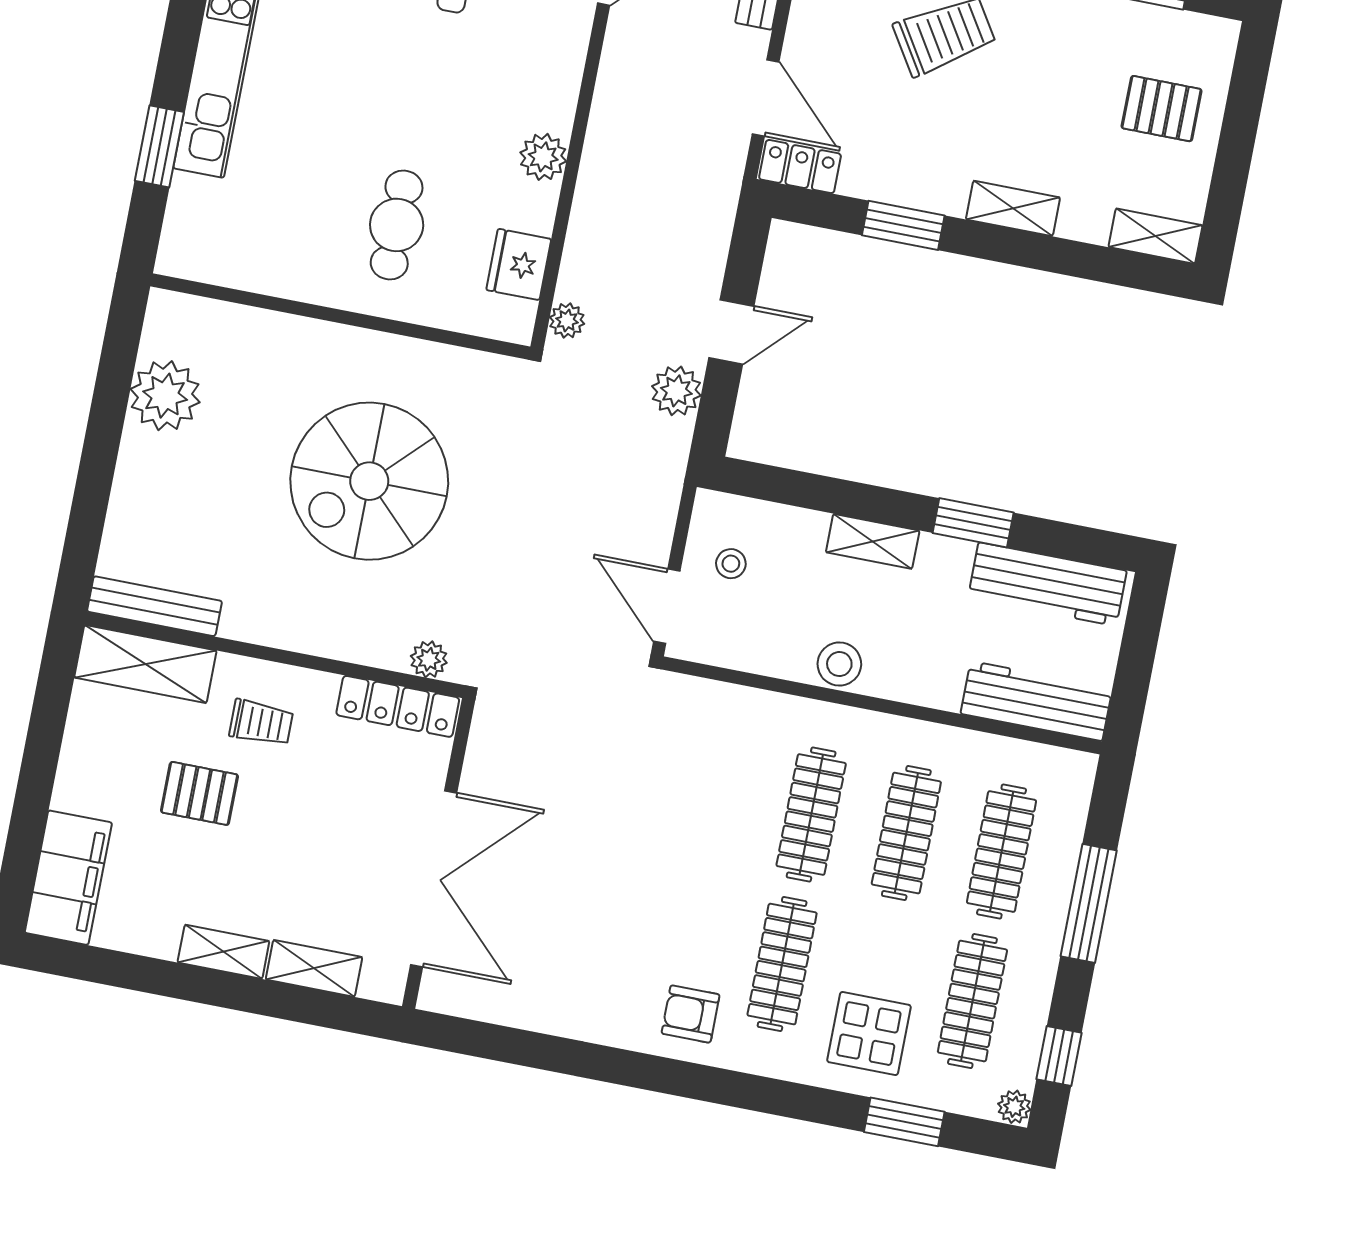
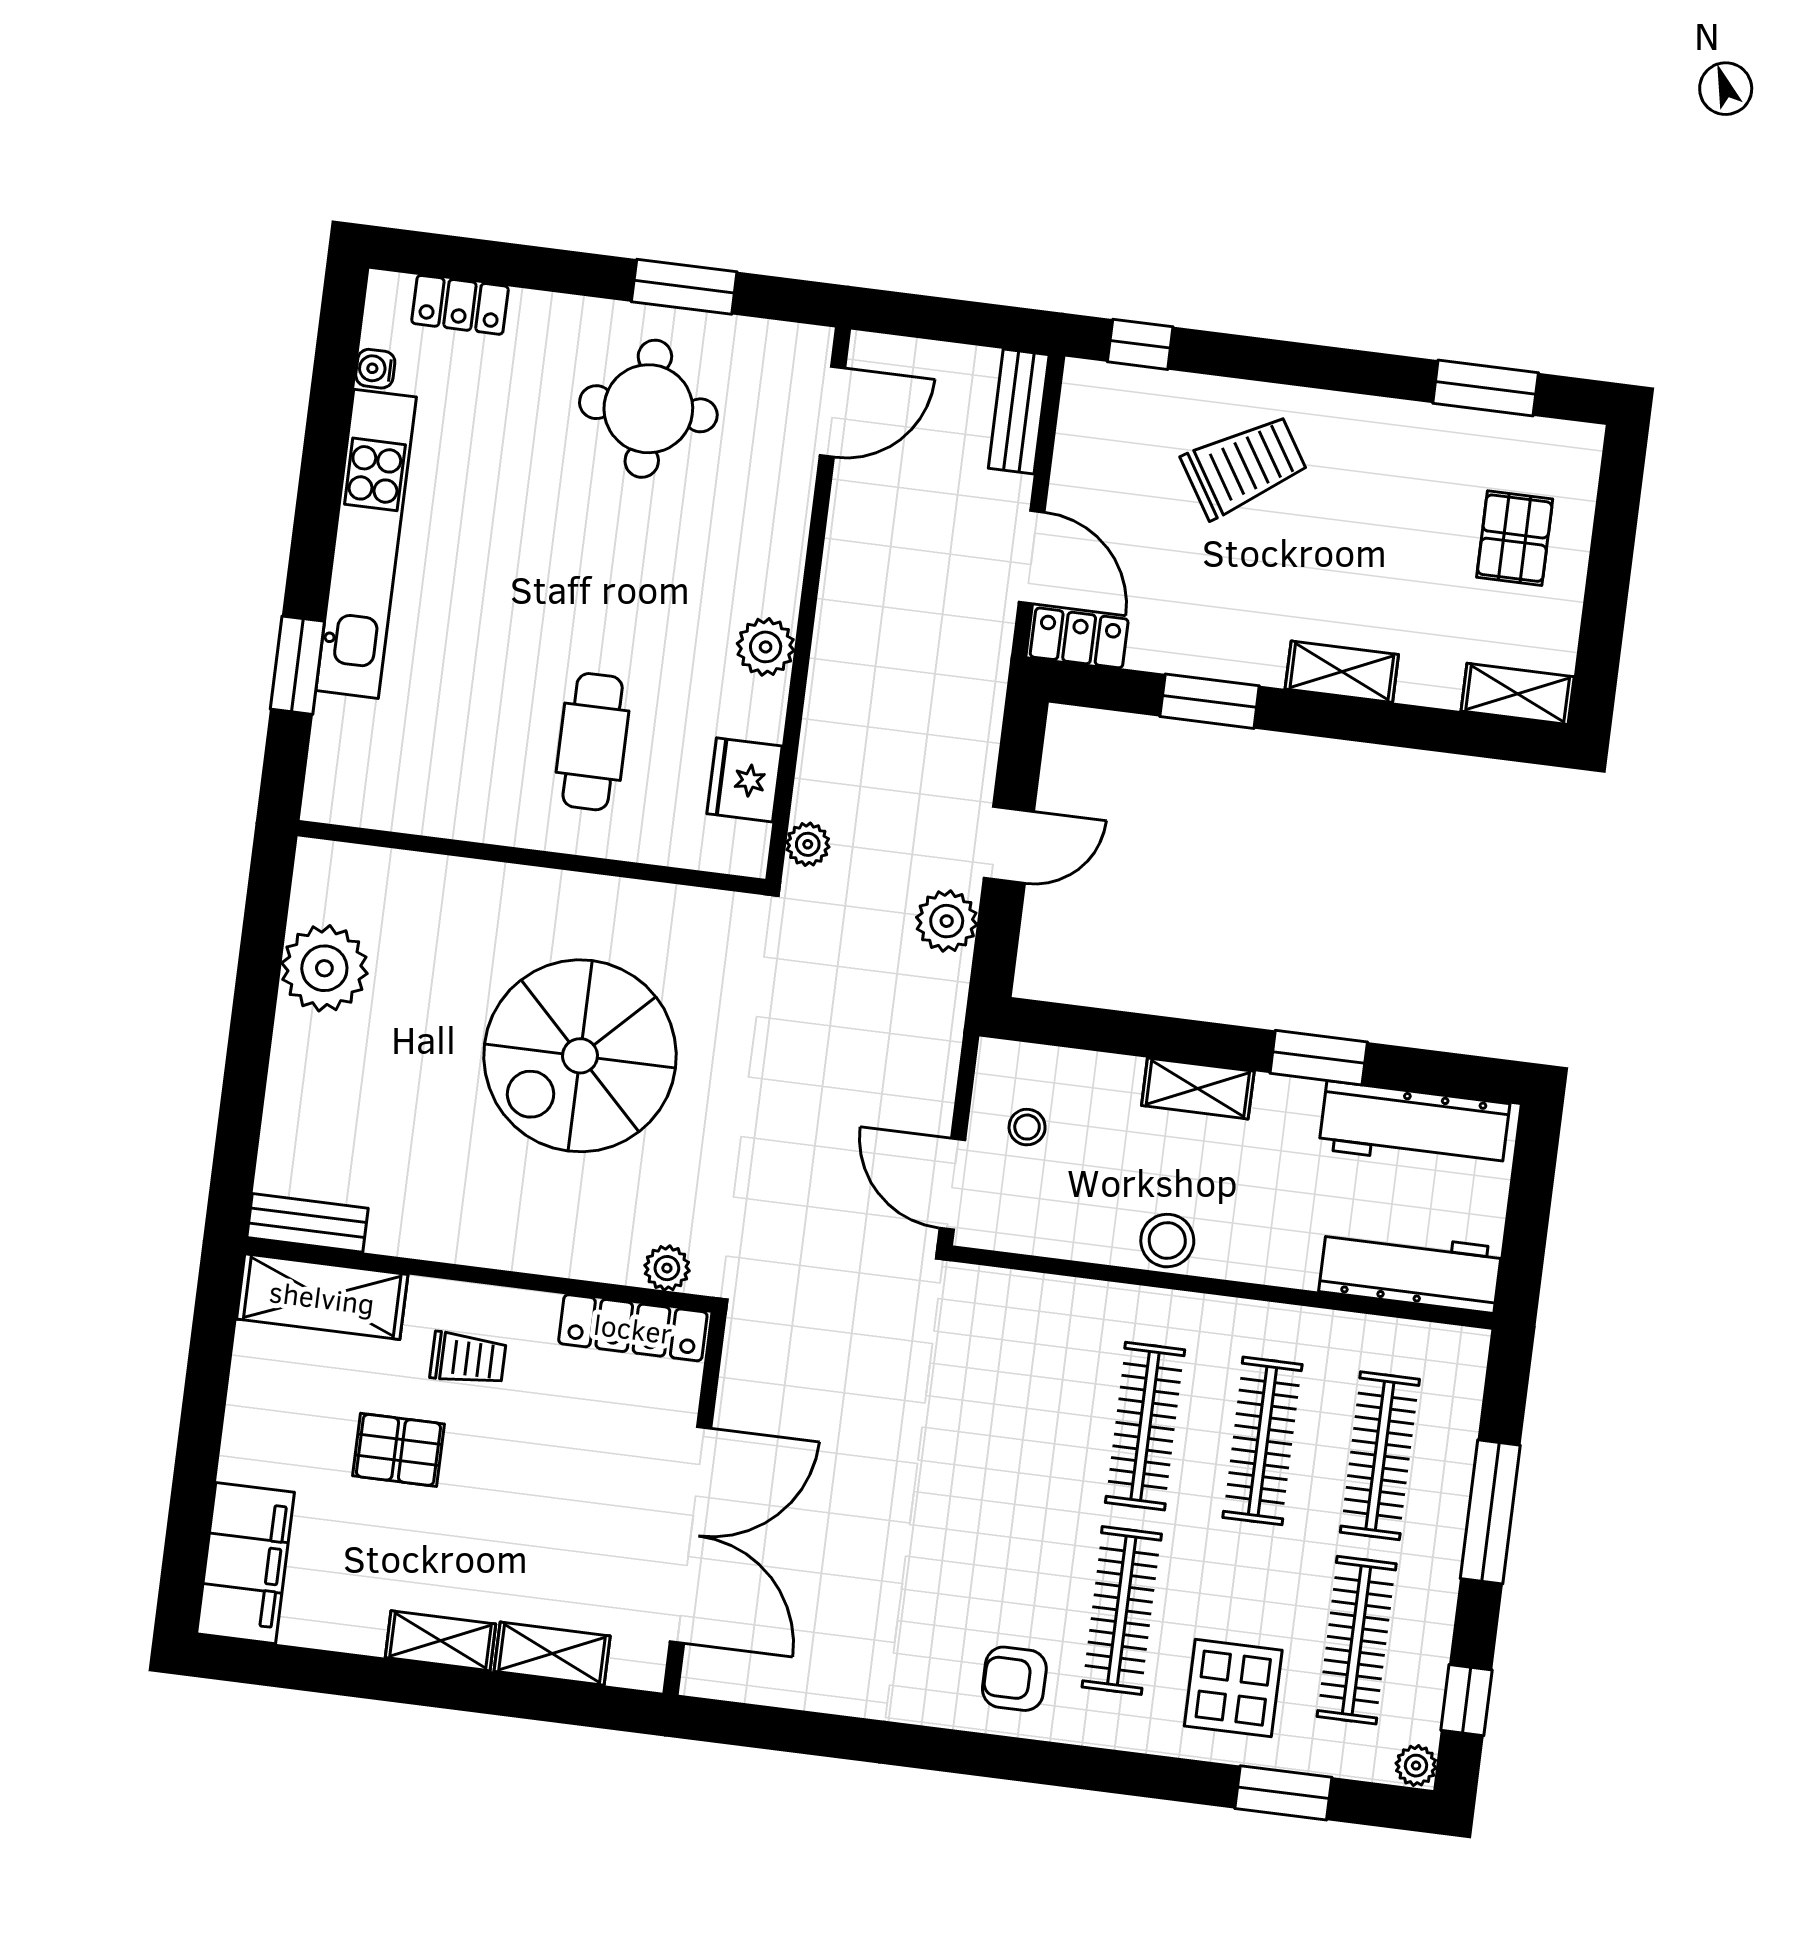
pallet: (1162, 109) -> (1515, 538), turned 90
bench: (154, 606) -> (308, 1223), width x0.73

